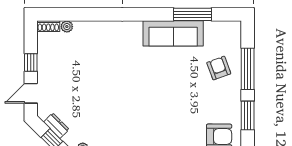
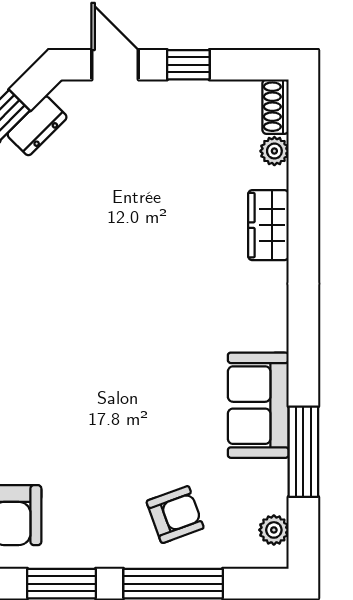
plant: (225, 27) -> (274, 530), added
wardrobe: (98, 29) -> (268, 225), added
sofa: (173, 33) -> (258, 405), width x0.73

